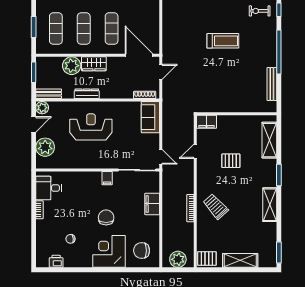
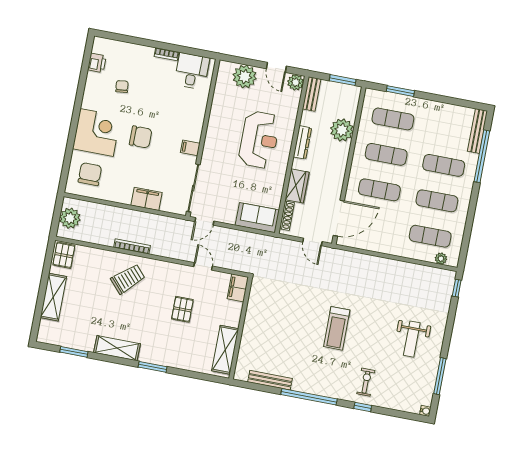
wardrobe: (94, 64) -> (297, 186), moved, turned 180
shelving: (269, 140) -> (225, 350), moved, turned 90
window: (279, 252) -> (74, 352), moved

